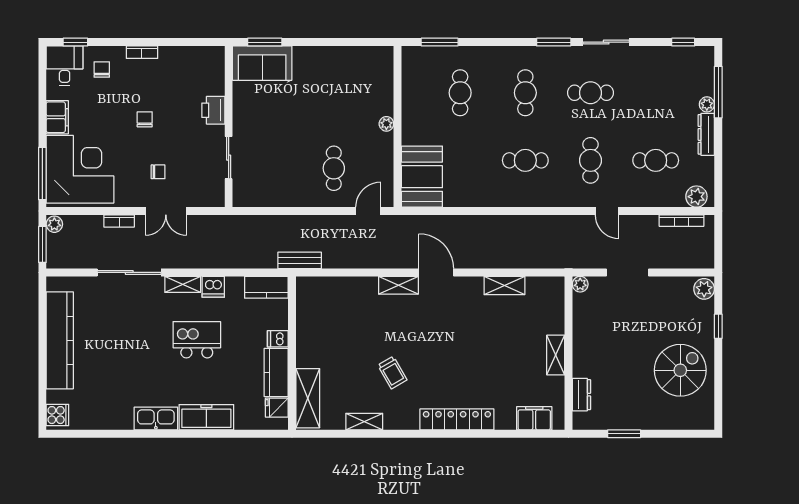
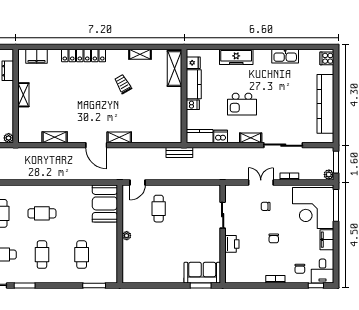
dishwasher: (213, 287) -> (221, 136), moved
kitchen sink: (156, 418) -> (285, 56), moved

